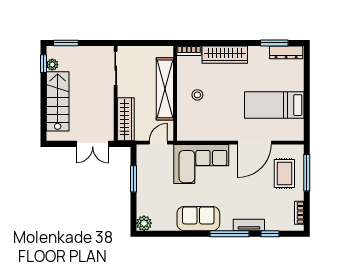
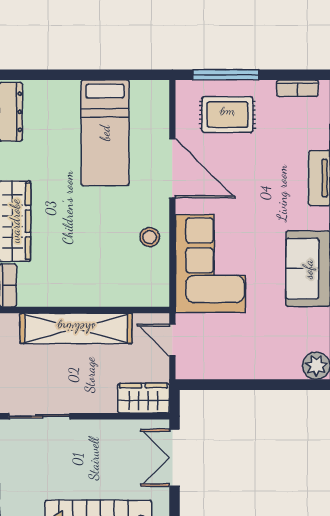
stool: (197, 95) -> (150, 237), moved
wardrobe: (126, 119) -> (143, 398), width x0.67
double door: (93, 144) -> (174, 458), swing flipped
window: (133, 179) -> (237, 385), removed

